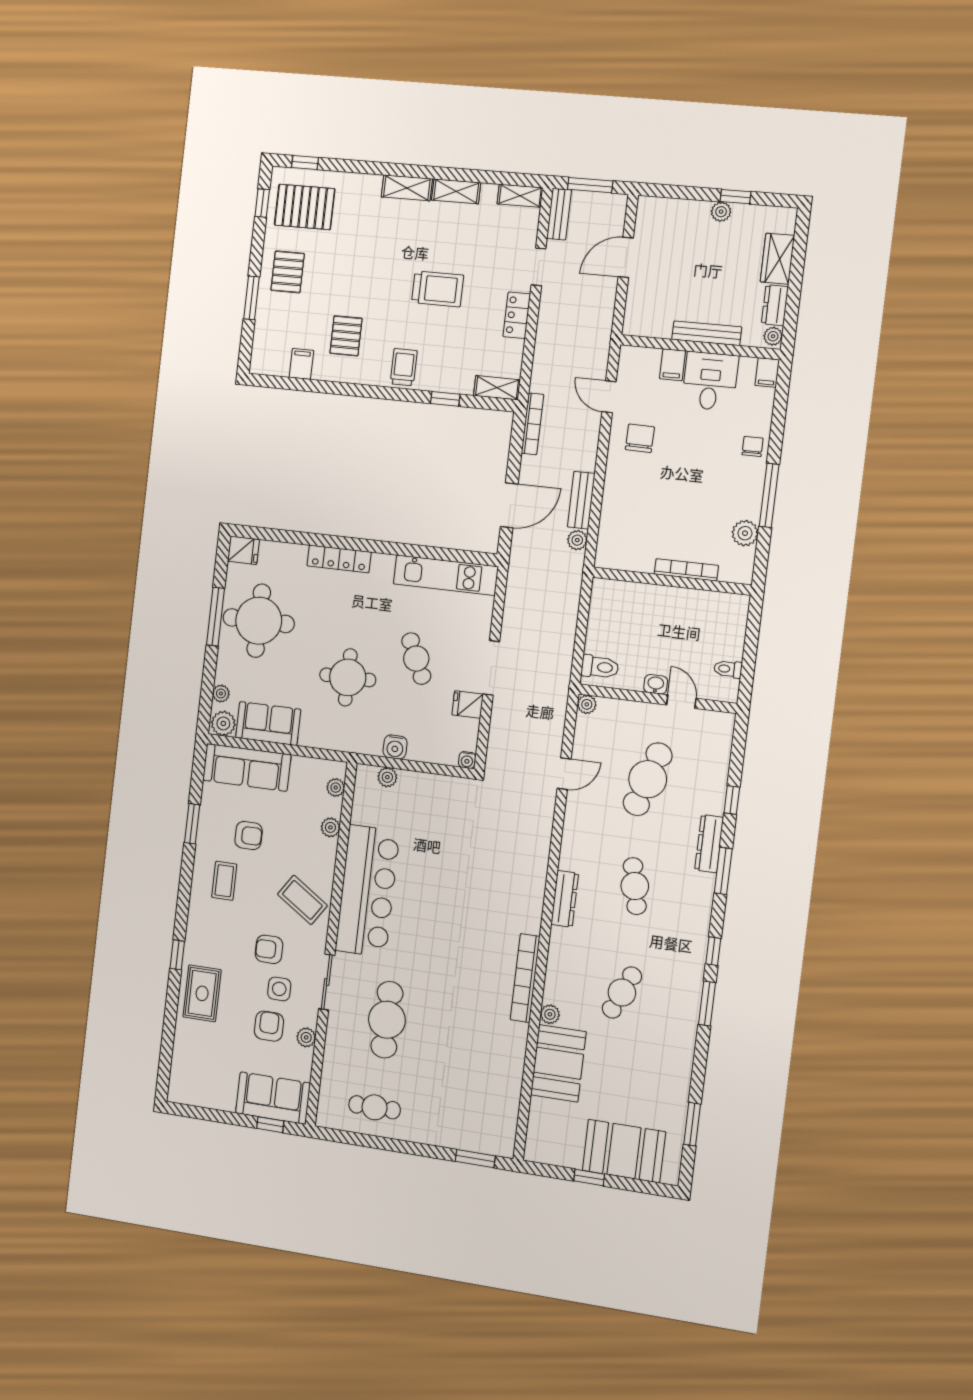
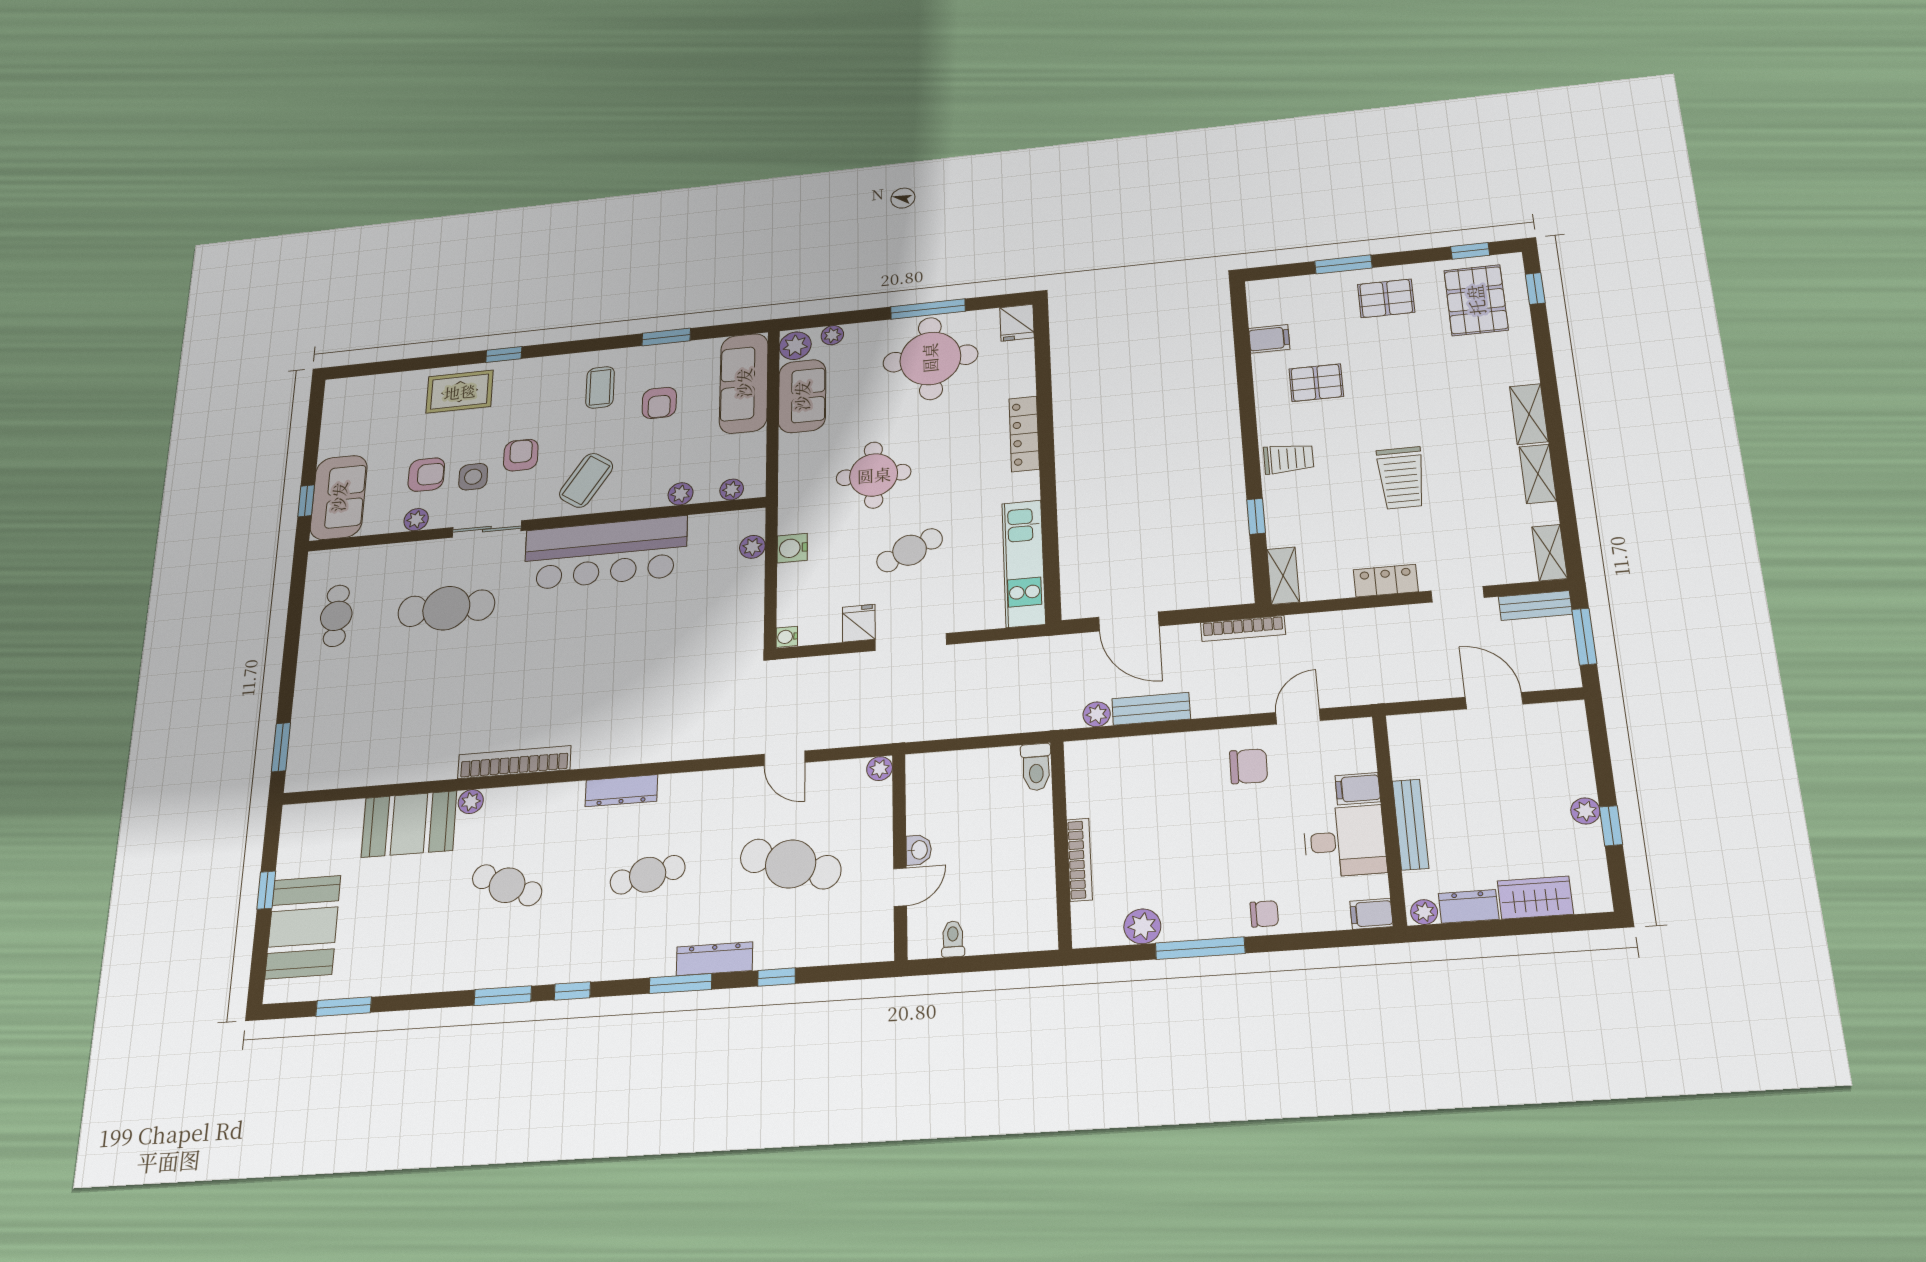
toilet: (600, 667) -> (1036, 767), moved
coffee table: (224, 881) -> (600, 387), turned 90

